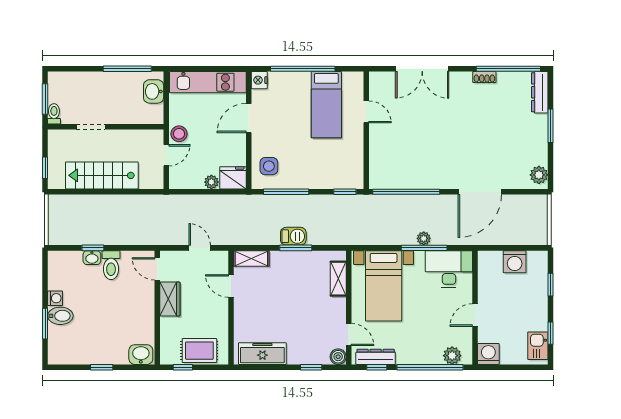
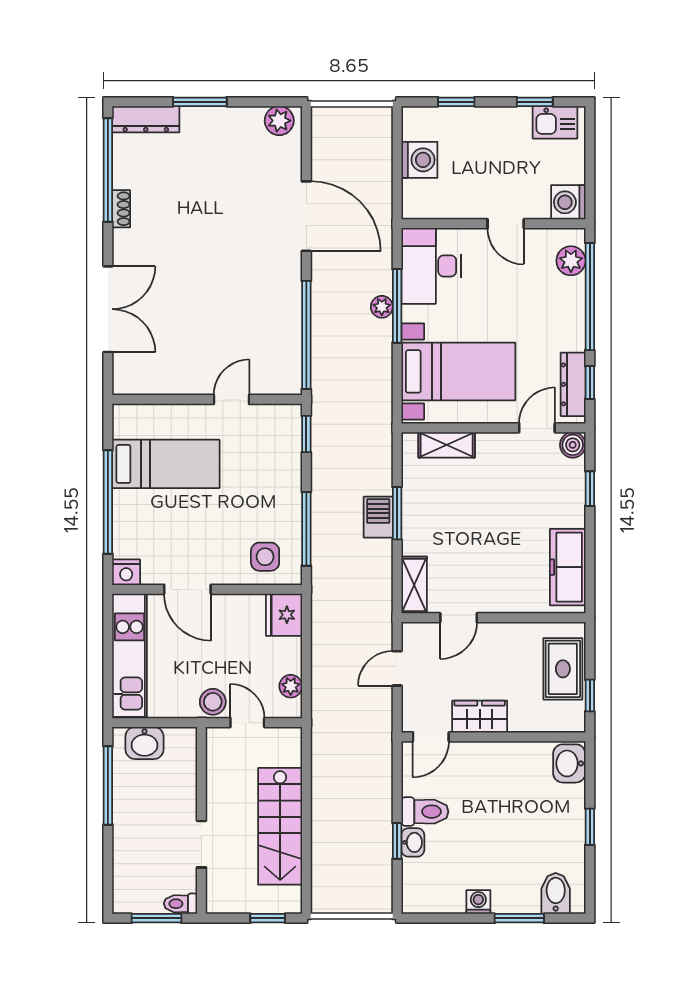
door: (366, 112) -> (231, 399), moved
plant: (211, 182) -> (291, 686), moved
bidet: (60, 316) -> (556, 893), moved

